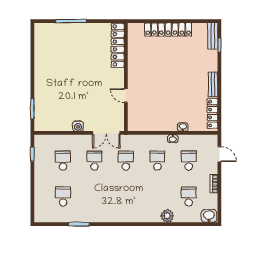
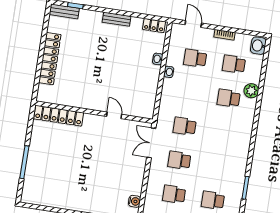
door: (126, 95) -> (114, 115), swing flipped
locker: (212, 114) -> (154, 26), width x0.66
water cooler: (78, 126) -> (135, 201), moved
double door: (106, 133) -> (151, 143), swing flipped
door: (219, 154) -> (193, 24), hinge flipped
school desk: (157, 161) -> (229, 98), moved

